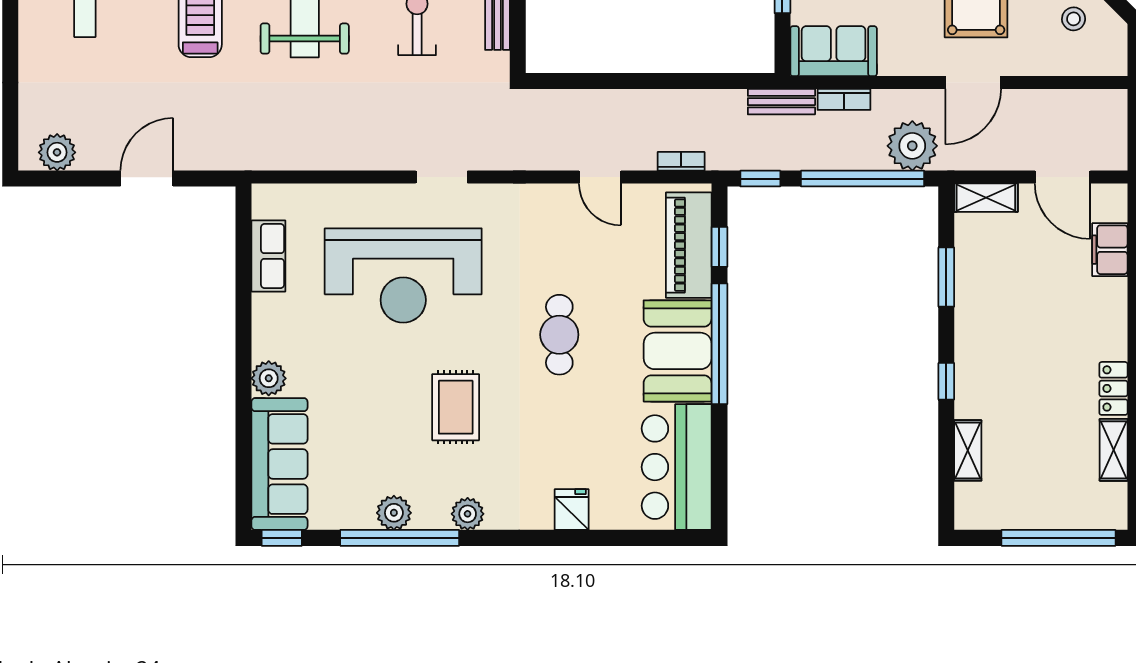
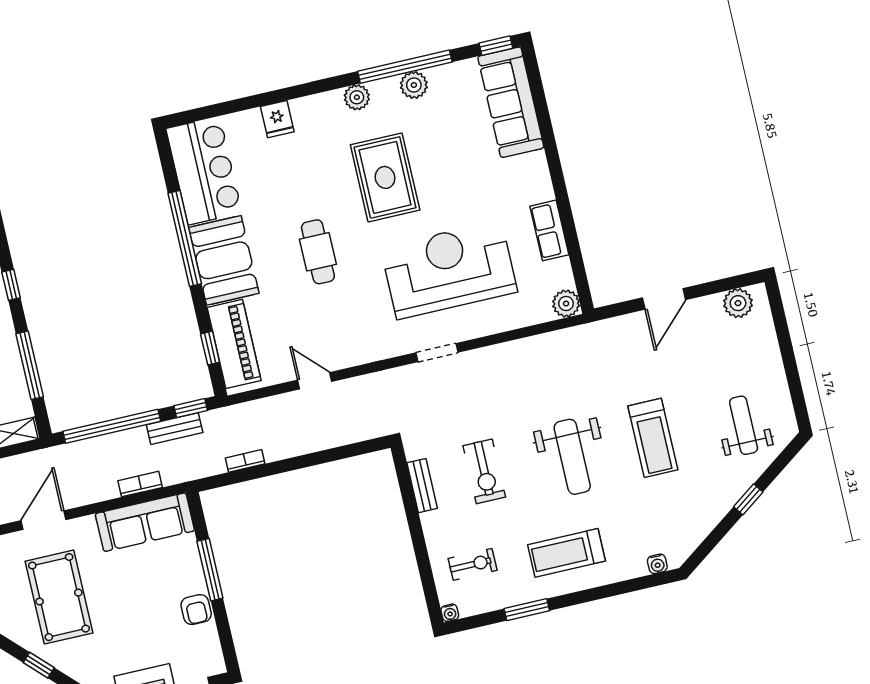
sofa: (834, 51) -> (145, 522), width x1.36
bench: (781, 102) -> (175, 429), moved
plant: (912, 146) -> (79, 460), removed
bookcase: (681, 161) -> (245, 461), moved, turned 180
row of seats: (268, 256) -> (549, 230), moved
window: (946, 277) -> (30, 365), width x1.44
window: (719, 344) -> (185, 238), moved
plant: (269, 378) -> (566, 304), moved
rug: (456, 407) -> (385, 177), width x1.36, depth x1.43

